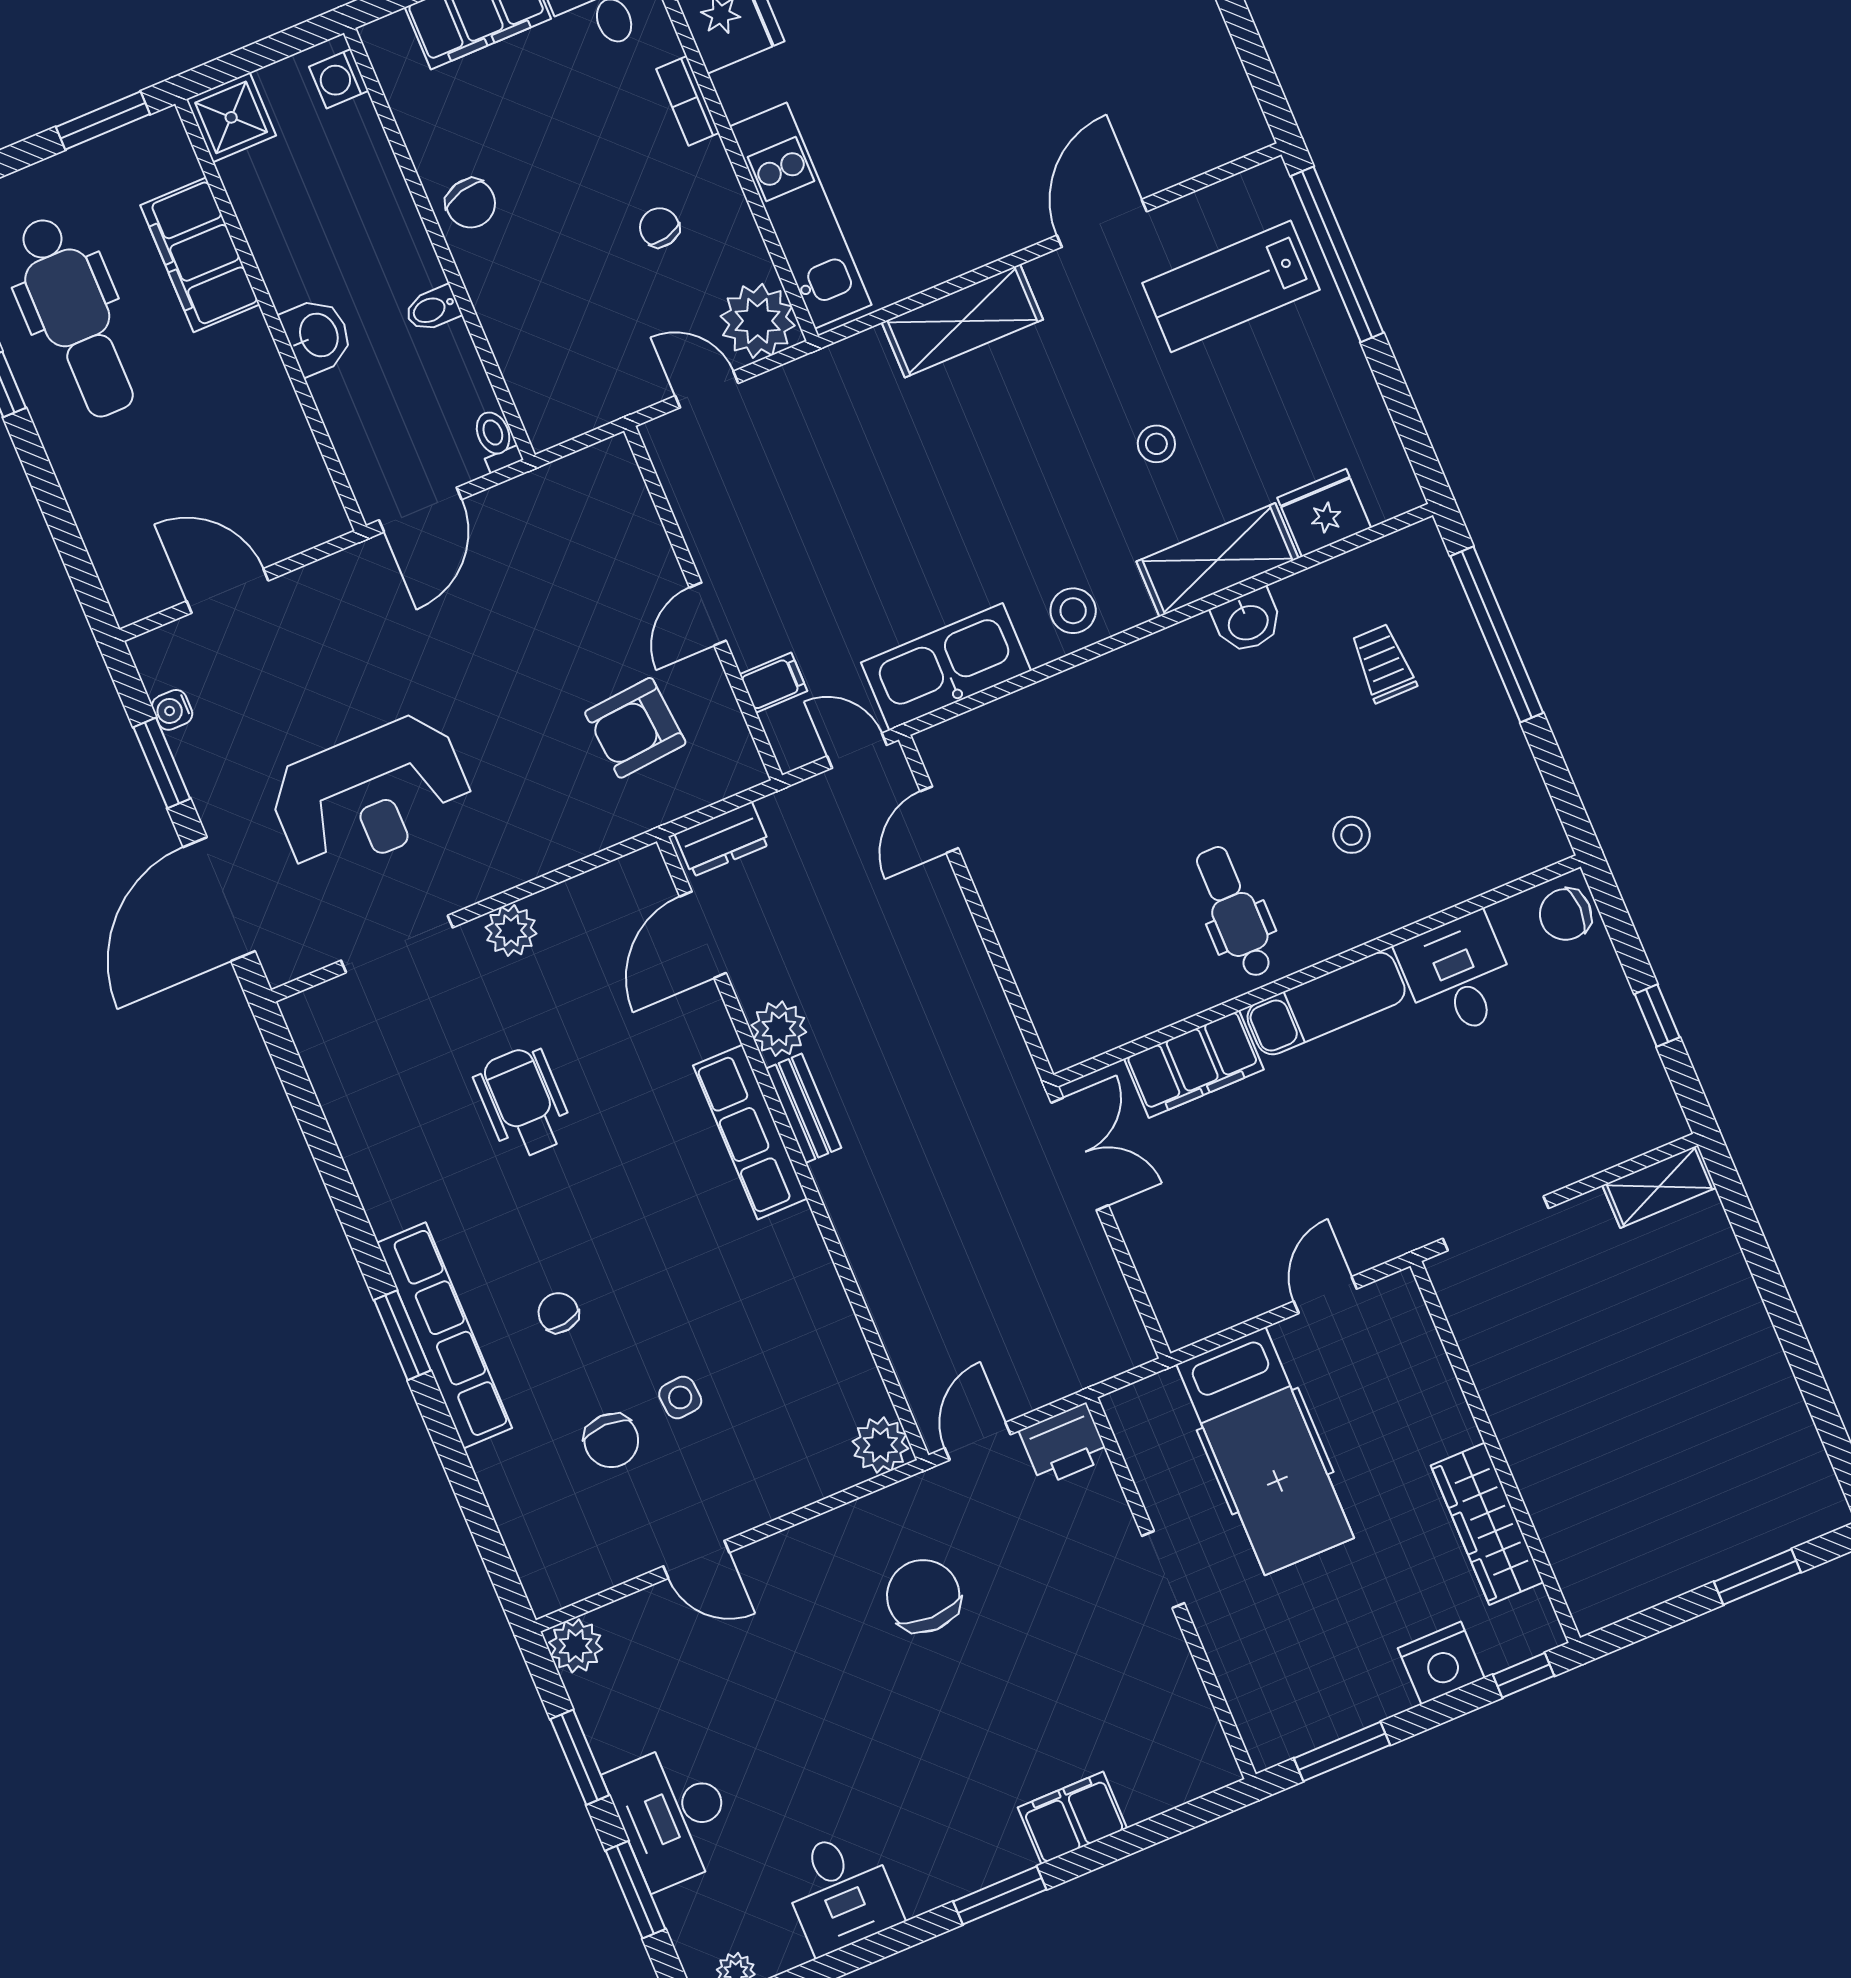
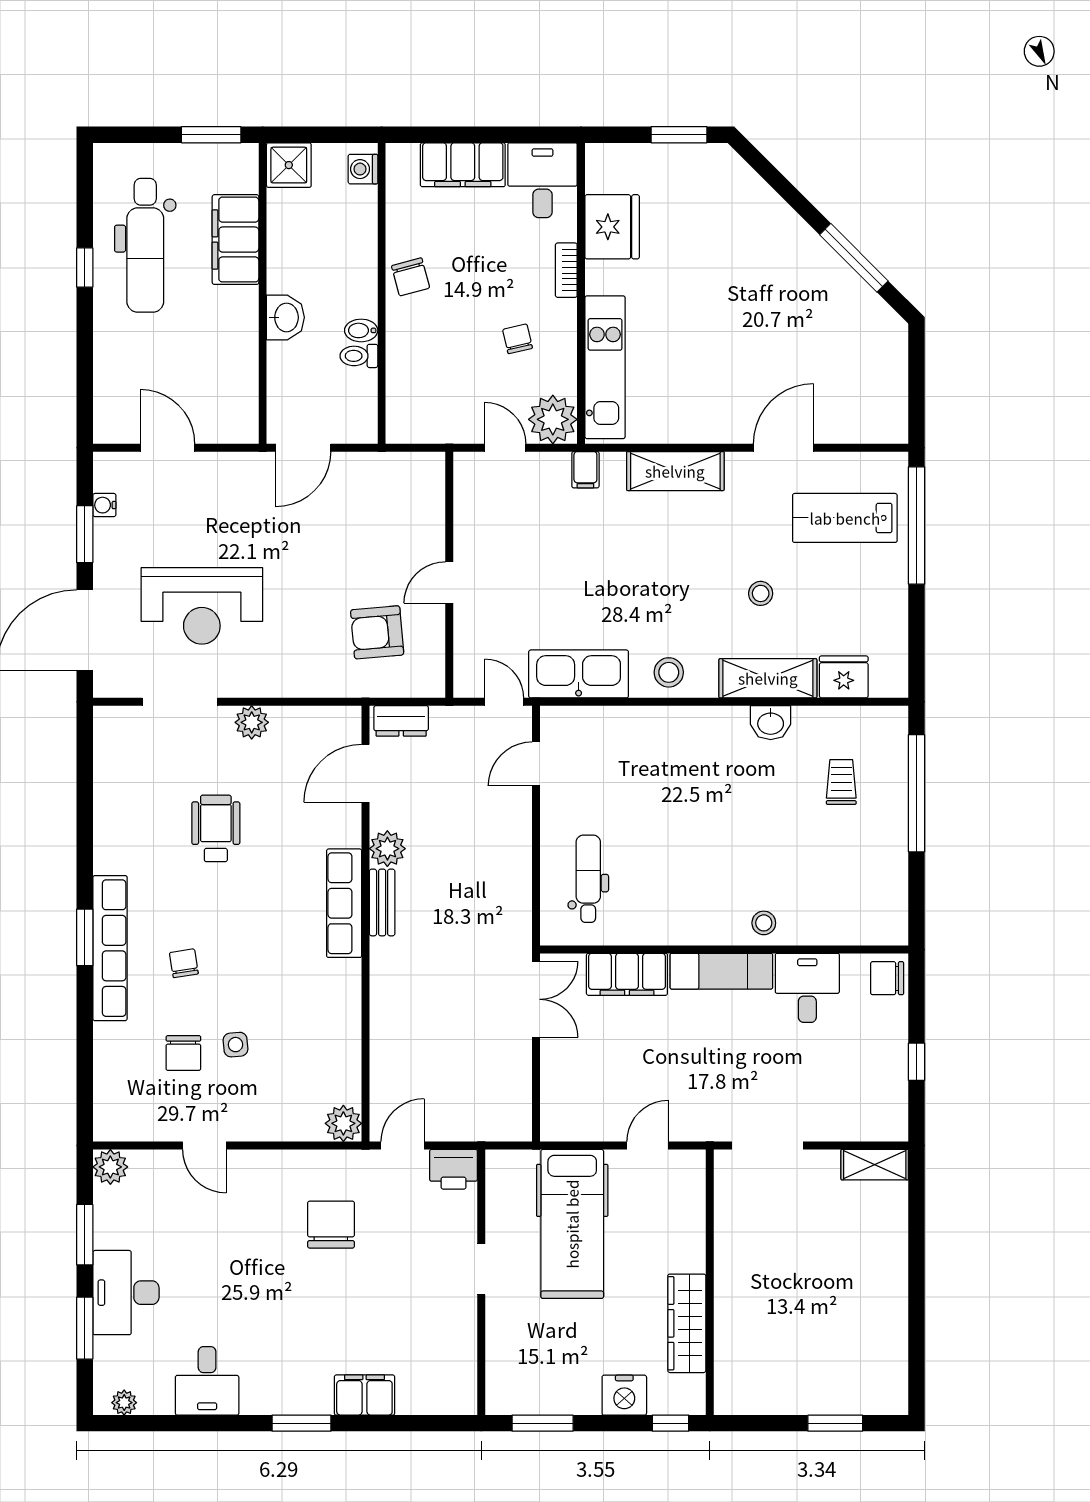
toilet: (496, 440) -> (359, 356), moved, turned -90
filing cabinet: (774, 683) -> (585, 470), moved, turned 90
stool: (1352, 835) -> (764, 923), moved
dental chair: (1235, 912) -> (588, 879), moved

